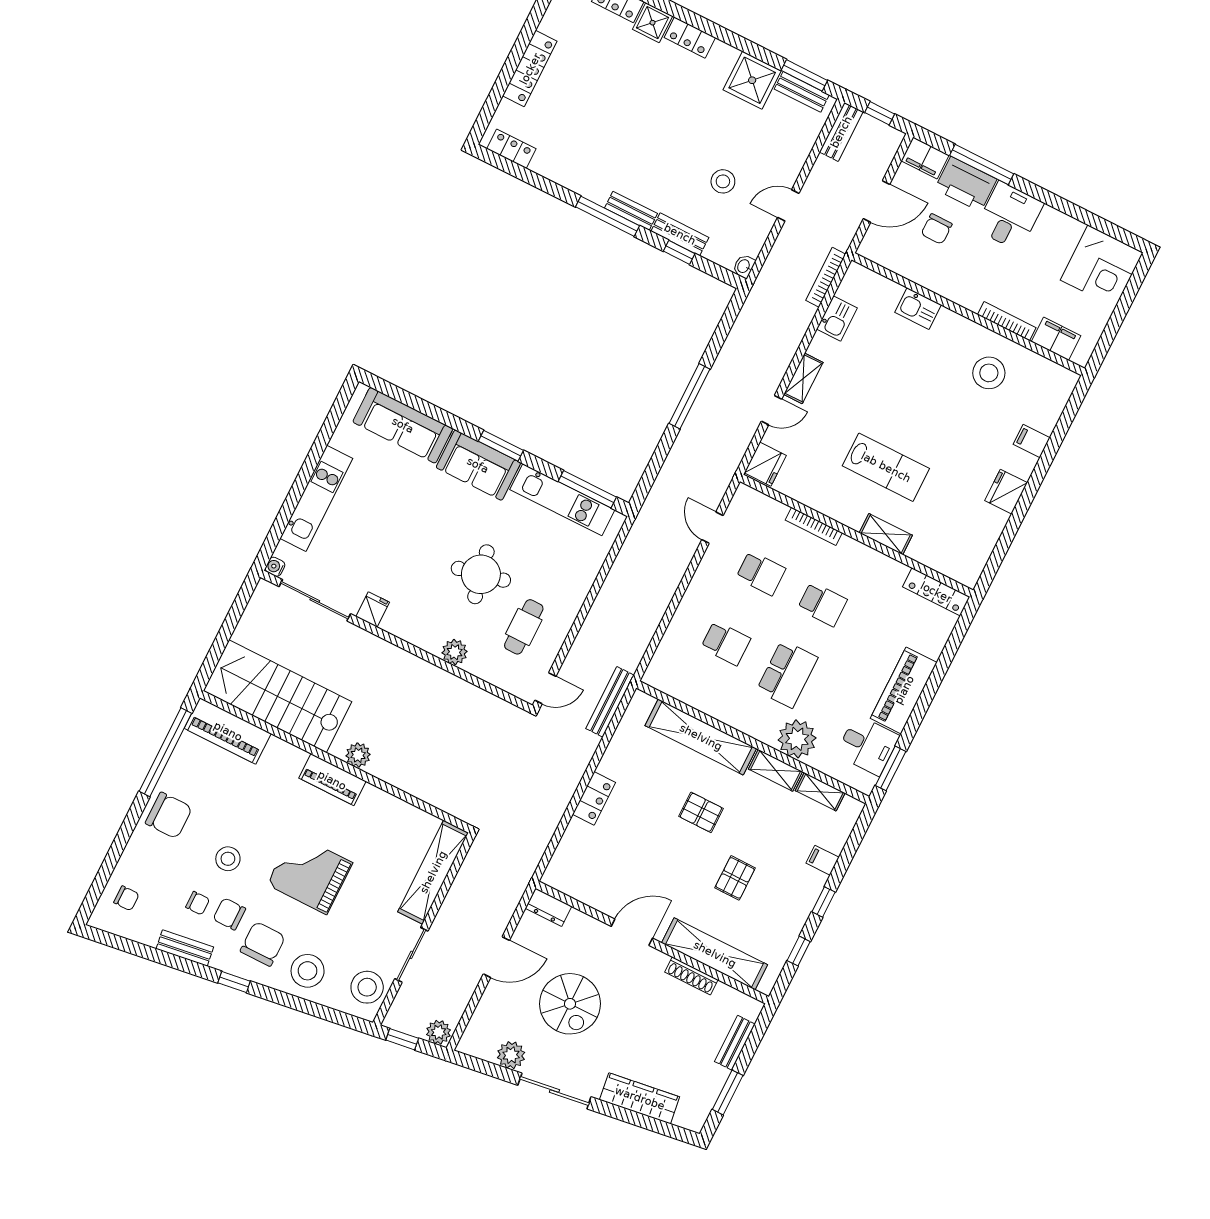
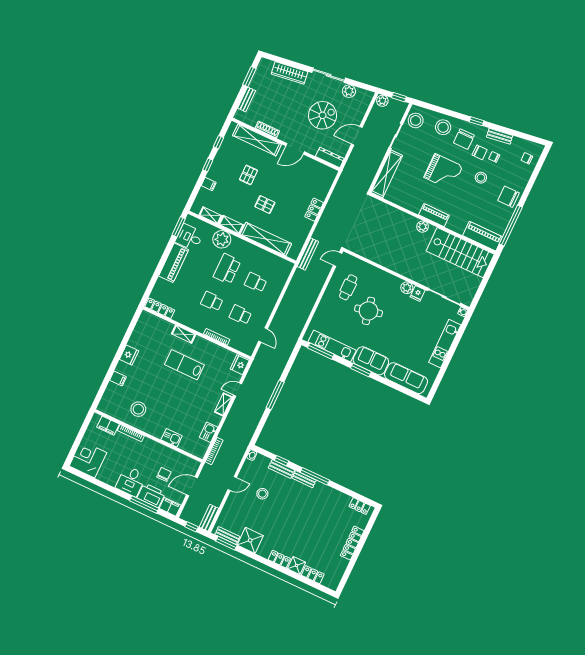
plant: (455, 652) -> (407, 288), moved
dresser: (548, 907) -> (330, 158), width x1.44
spiral stairs: (570, 1004) -> (323, 115), turned 90

